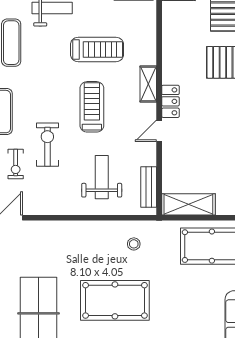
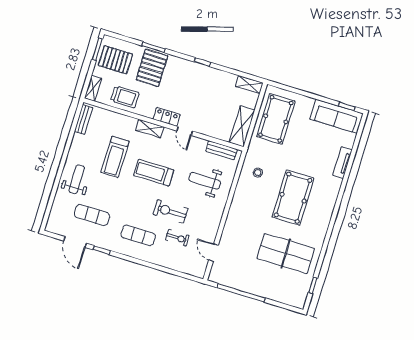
trolley: (180, 38) -> (125, 97), added
treadmill: (97, 49) -> (115, 157), turned 180

